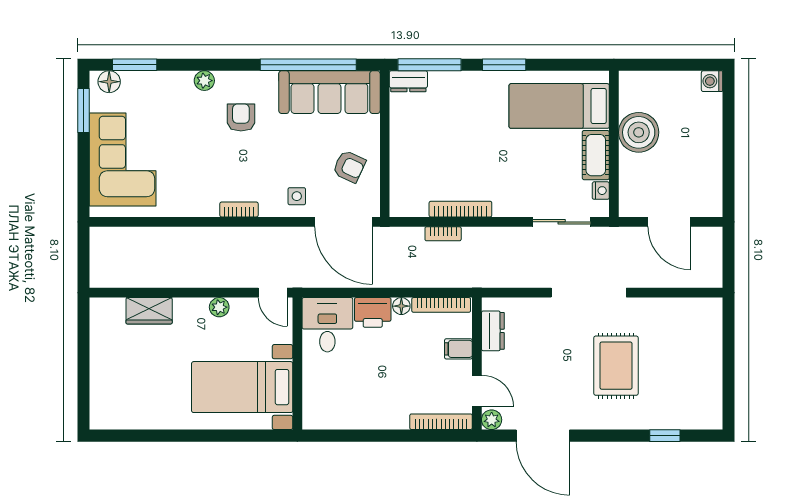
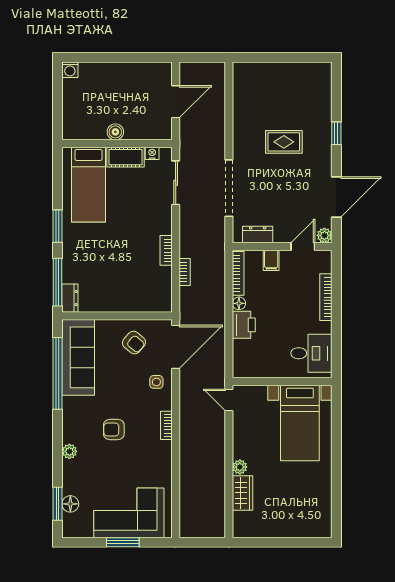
floor lamp: (109, 82) -> (70, 504), moved
window: (84, 111) -> (123, 542), moved
armchair: (241, 117) -> (114, 429), moved
boiler: (639, 132) -> (115, 132), width x0.54, depth x0.54
armchair: (349, 166) -> (134, 343), turned 105
bookcase: (460, 209) -> (166, 250), width x0.64
door: (273, 293) -> (229, 400), swing flipped
doorway: (589, 293) -> (229, 188), moved
plant: (219, 307) -> (240, 467), moved
desk: (327, 325) -> (311, 353), moved, turned 180
rug: (616, 366) -> (284, 142), width x0.73, depth x0.70
bookcase: (441, 422) -> (326, 297), moved
window: (665, 436) -> (336, 133), moved

